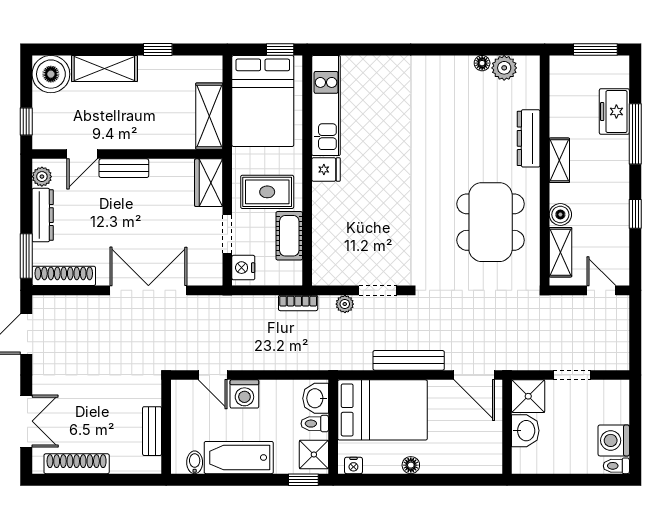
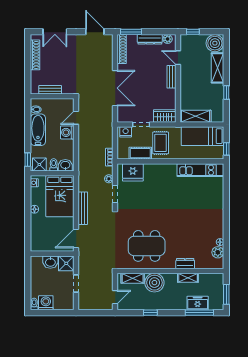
bed: (263, 101) -> (202, 136), width x0.67
window: (635, 134) -> (199, 313), moved
dresser: (529, 138) -> (185, 264), width x0.70
shelving: (559, 160) -> (188, 278), moved
fridge: (326, 169) -> (133, 172), moved, width x1.88, depth x1.34
boiler: (560, 215) -> (154, 283), width x1.86, depth x1.86

